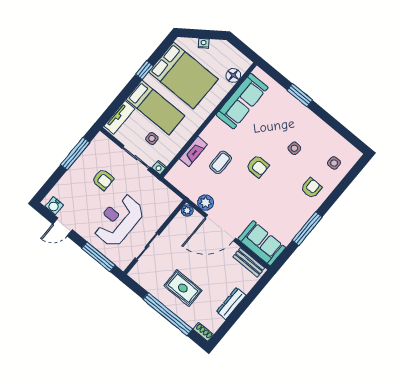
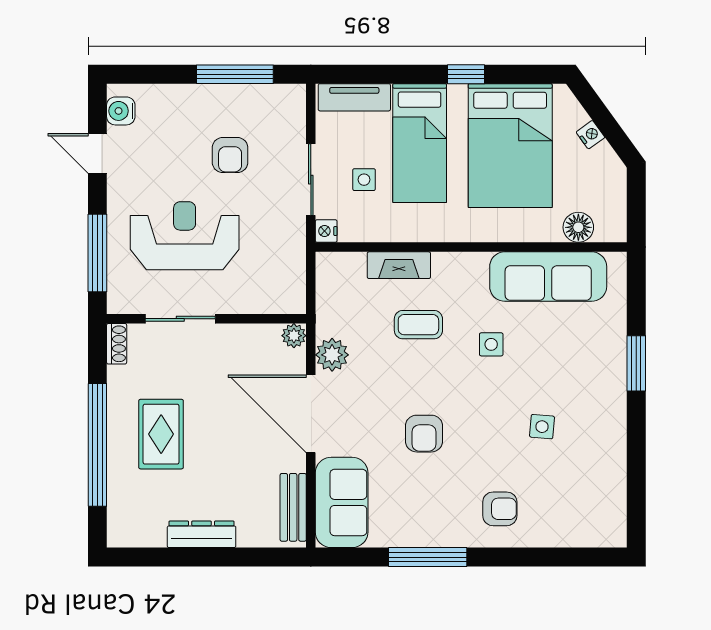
side table: (334, 163) -> (491, 344), moved
armchair: (258, 166) -> (424, 434), moved
shoe rack: (203, 332) -> (117, 344), moved

